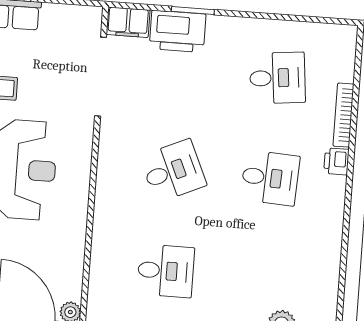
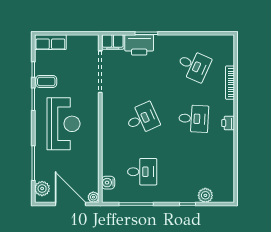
desk: (277, 78) -> (194, 66), turned 30
printer: (336, 161) -> (228, 123), moved
water cooler: (100, 287) -> (108, 183), added

